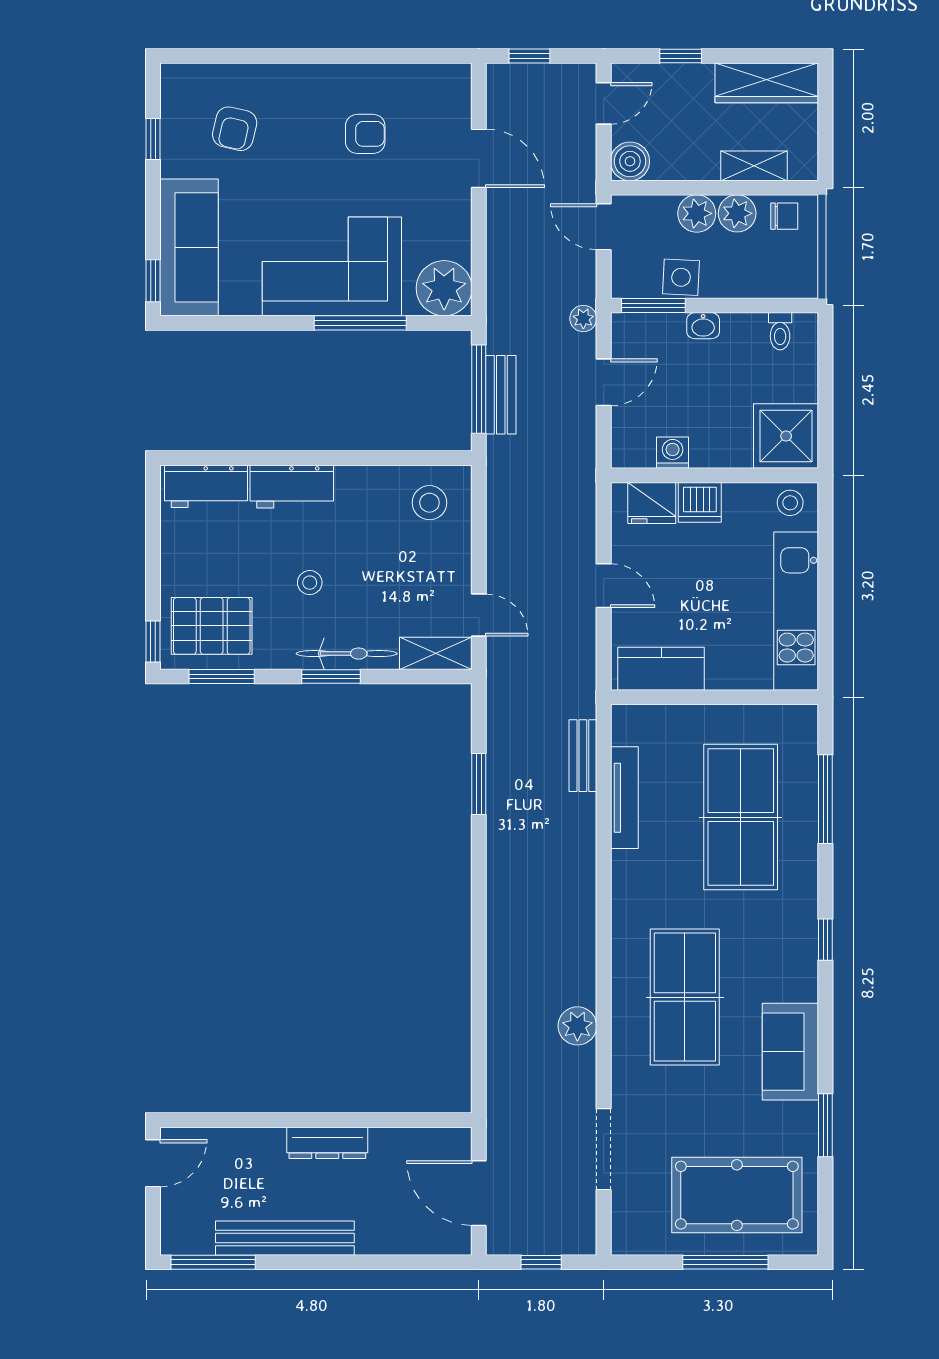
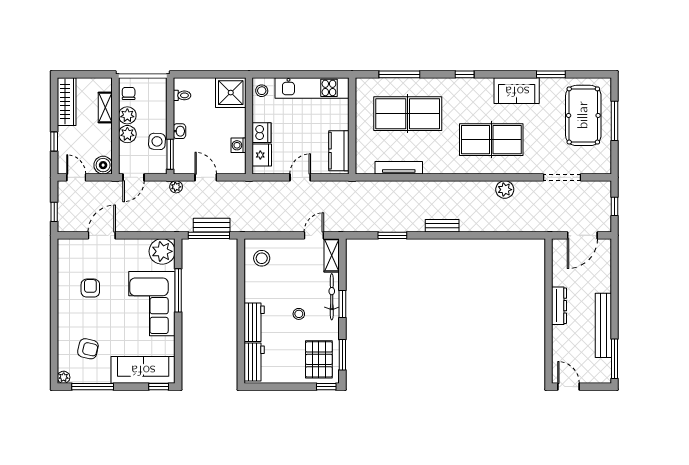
plant: (173, 76) -> (64, 377), added
window: (153, 139) -> (93, 387), width x2.17
bench: (583, 756) -> (442, 226), moved

